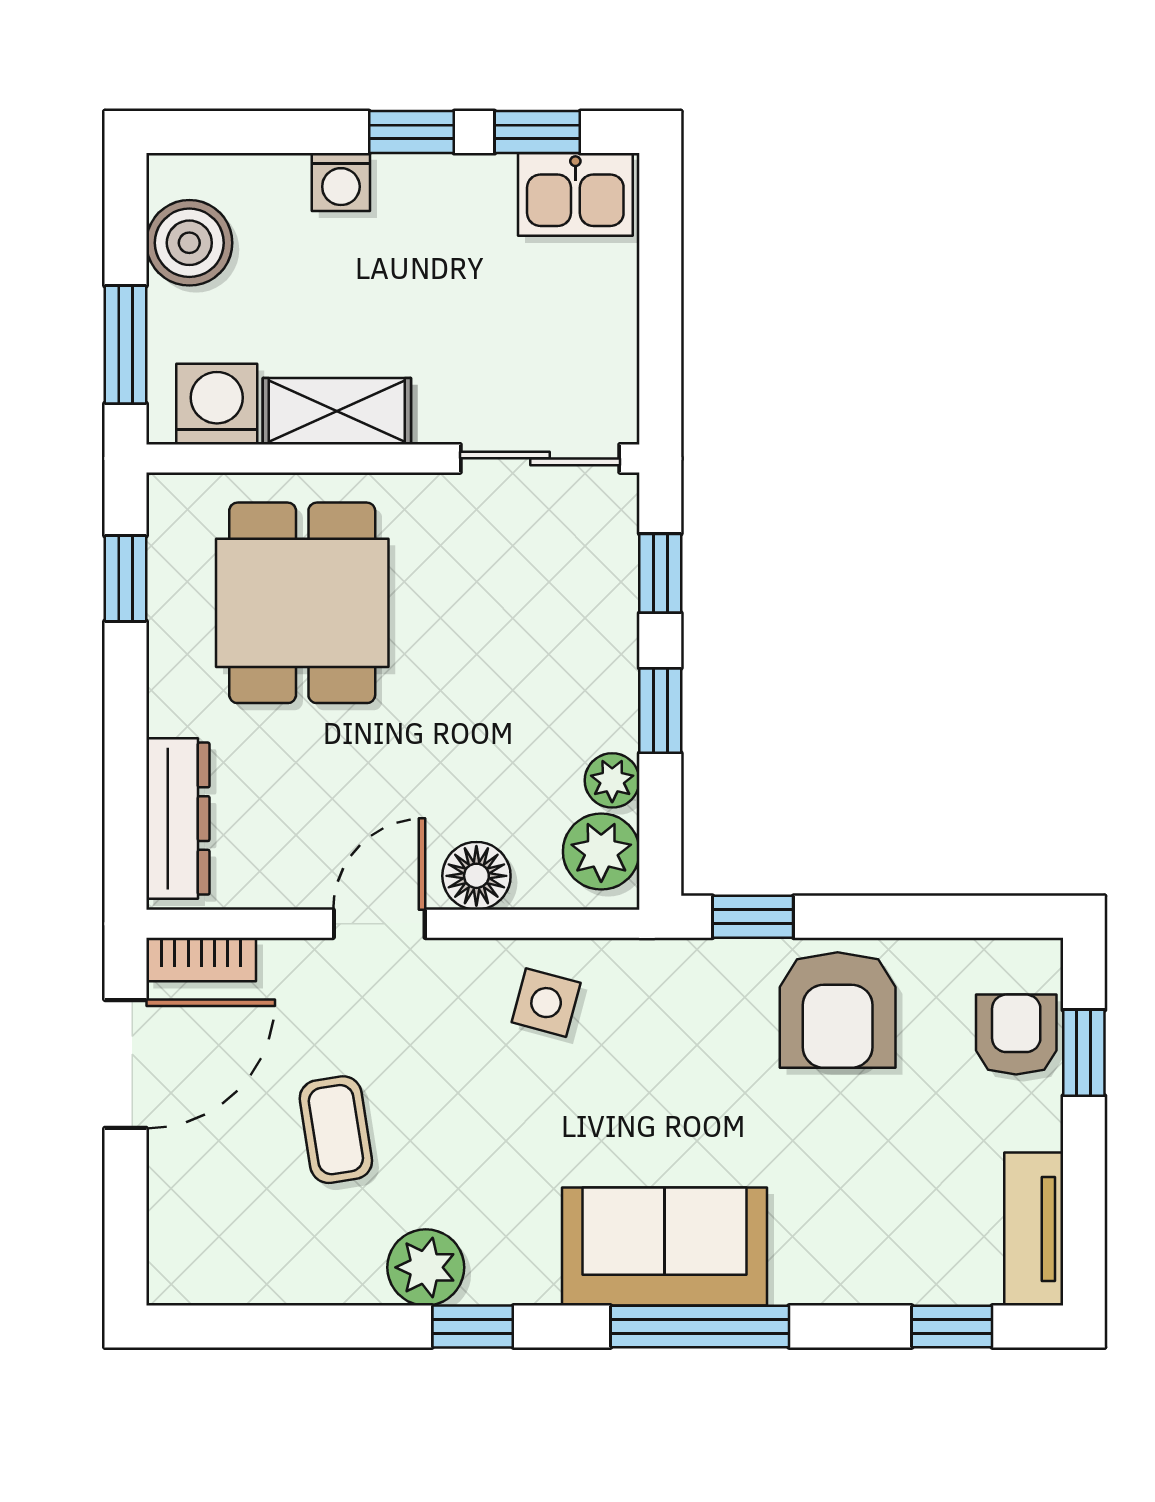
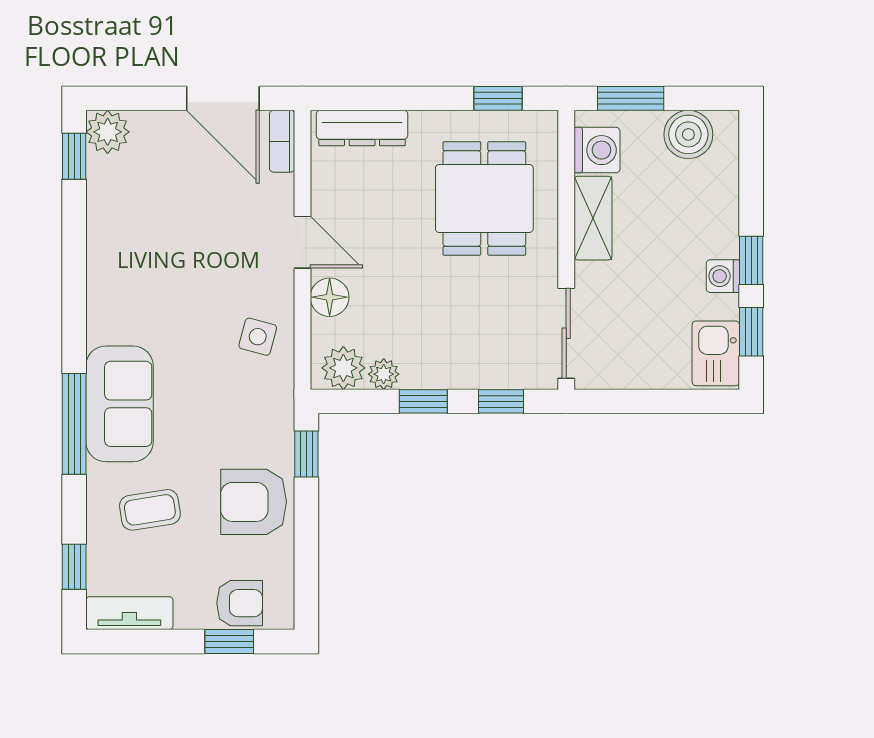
washing machine: (341, 182) -> (723, 276), moved
dining table: (302, 603) -> (484, 198), turned 90
coffee table: (336, 1130) -> (150, 510), moved
plant: (426, 1267) -> (108, 132), moved
window: (473, 1327) -> (74, 156), moved

